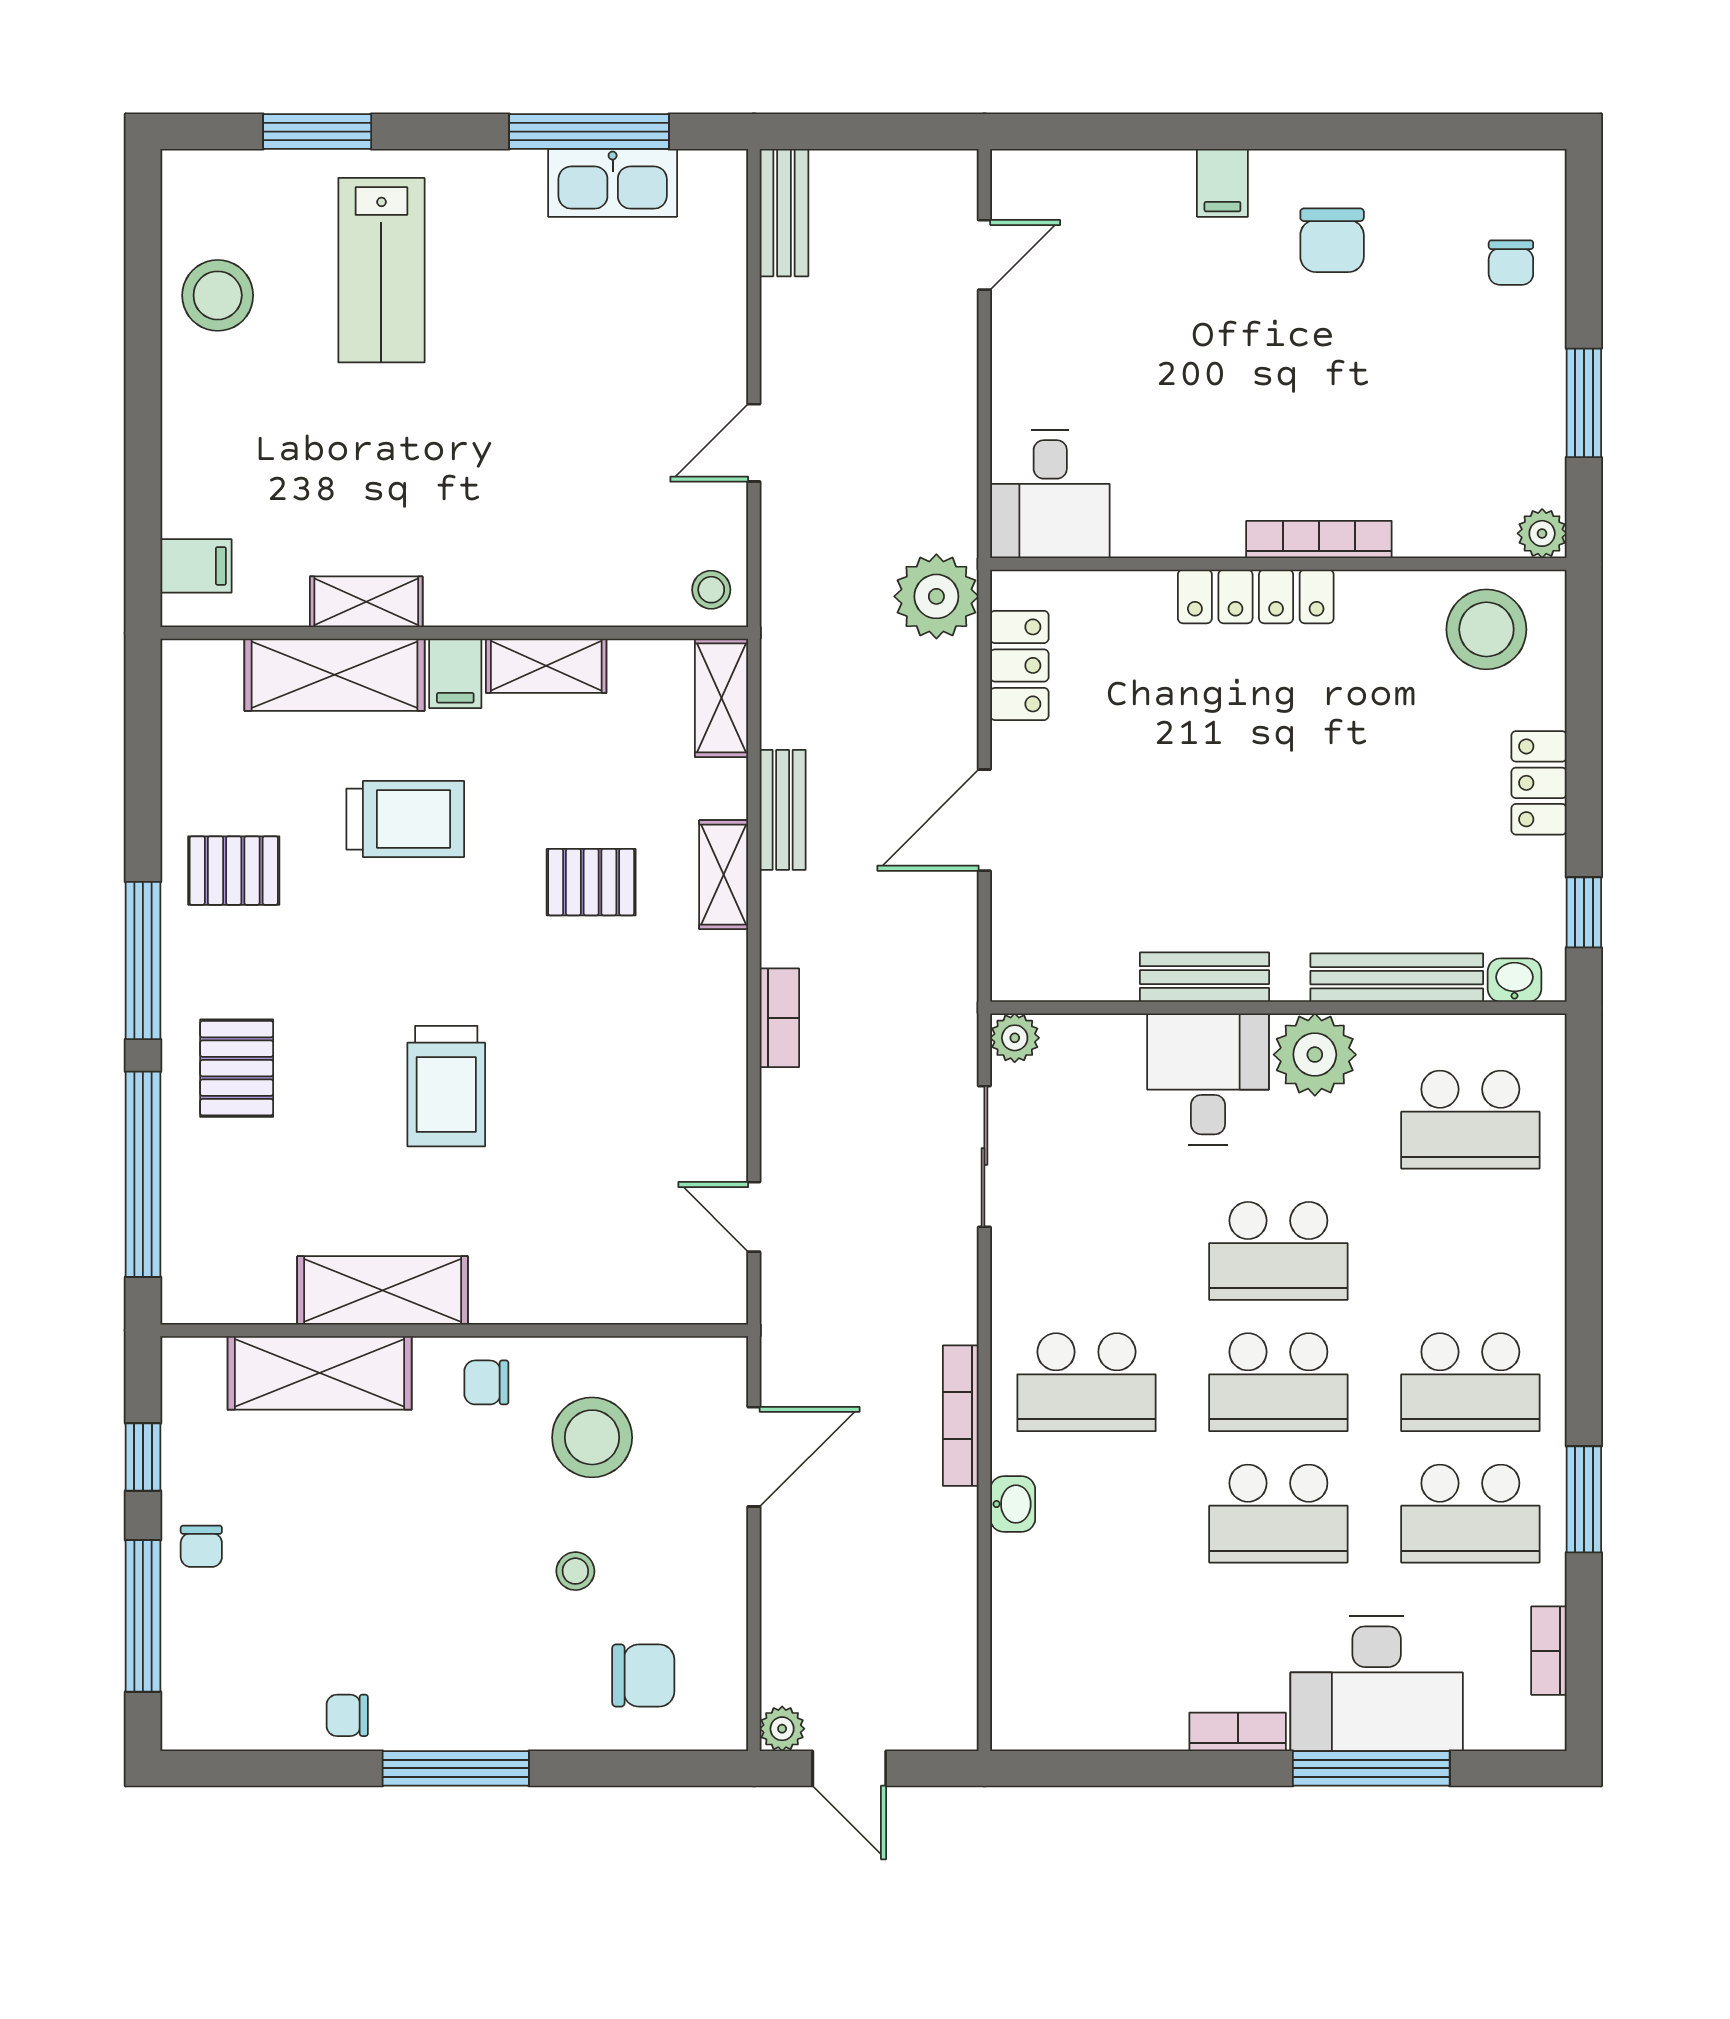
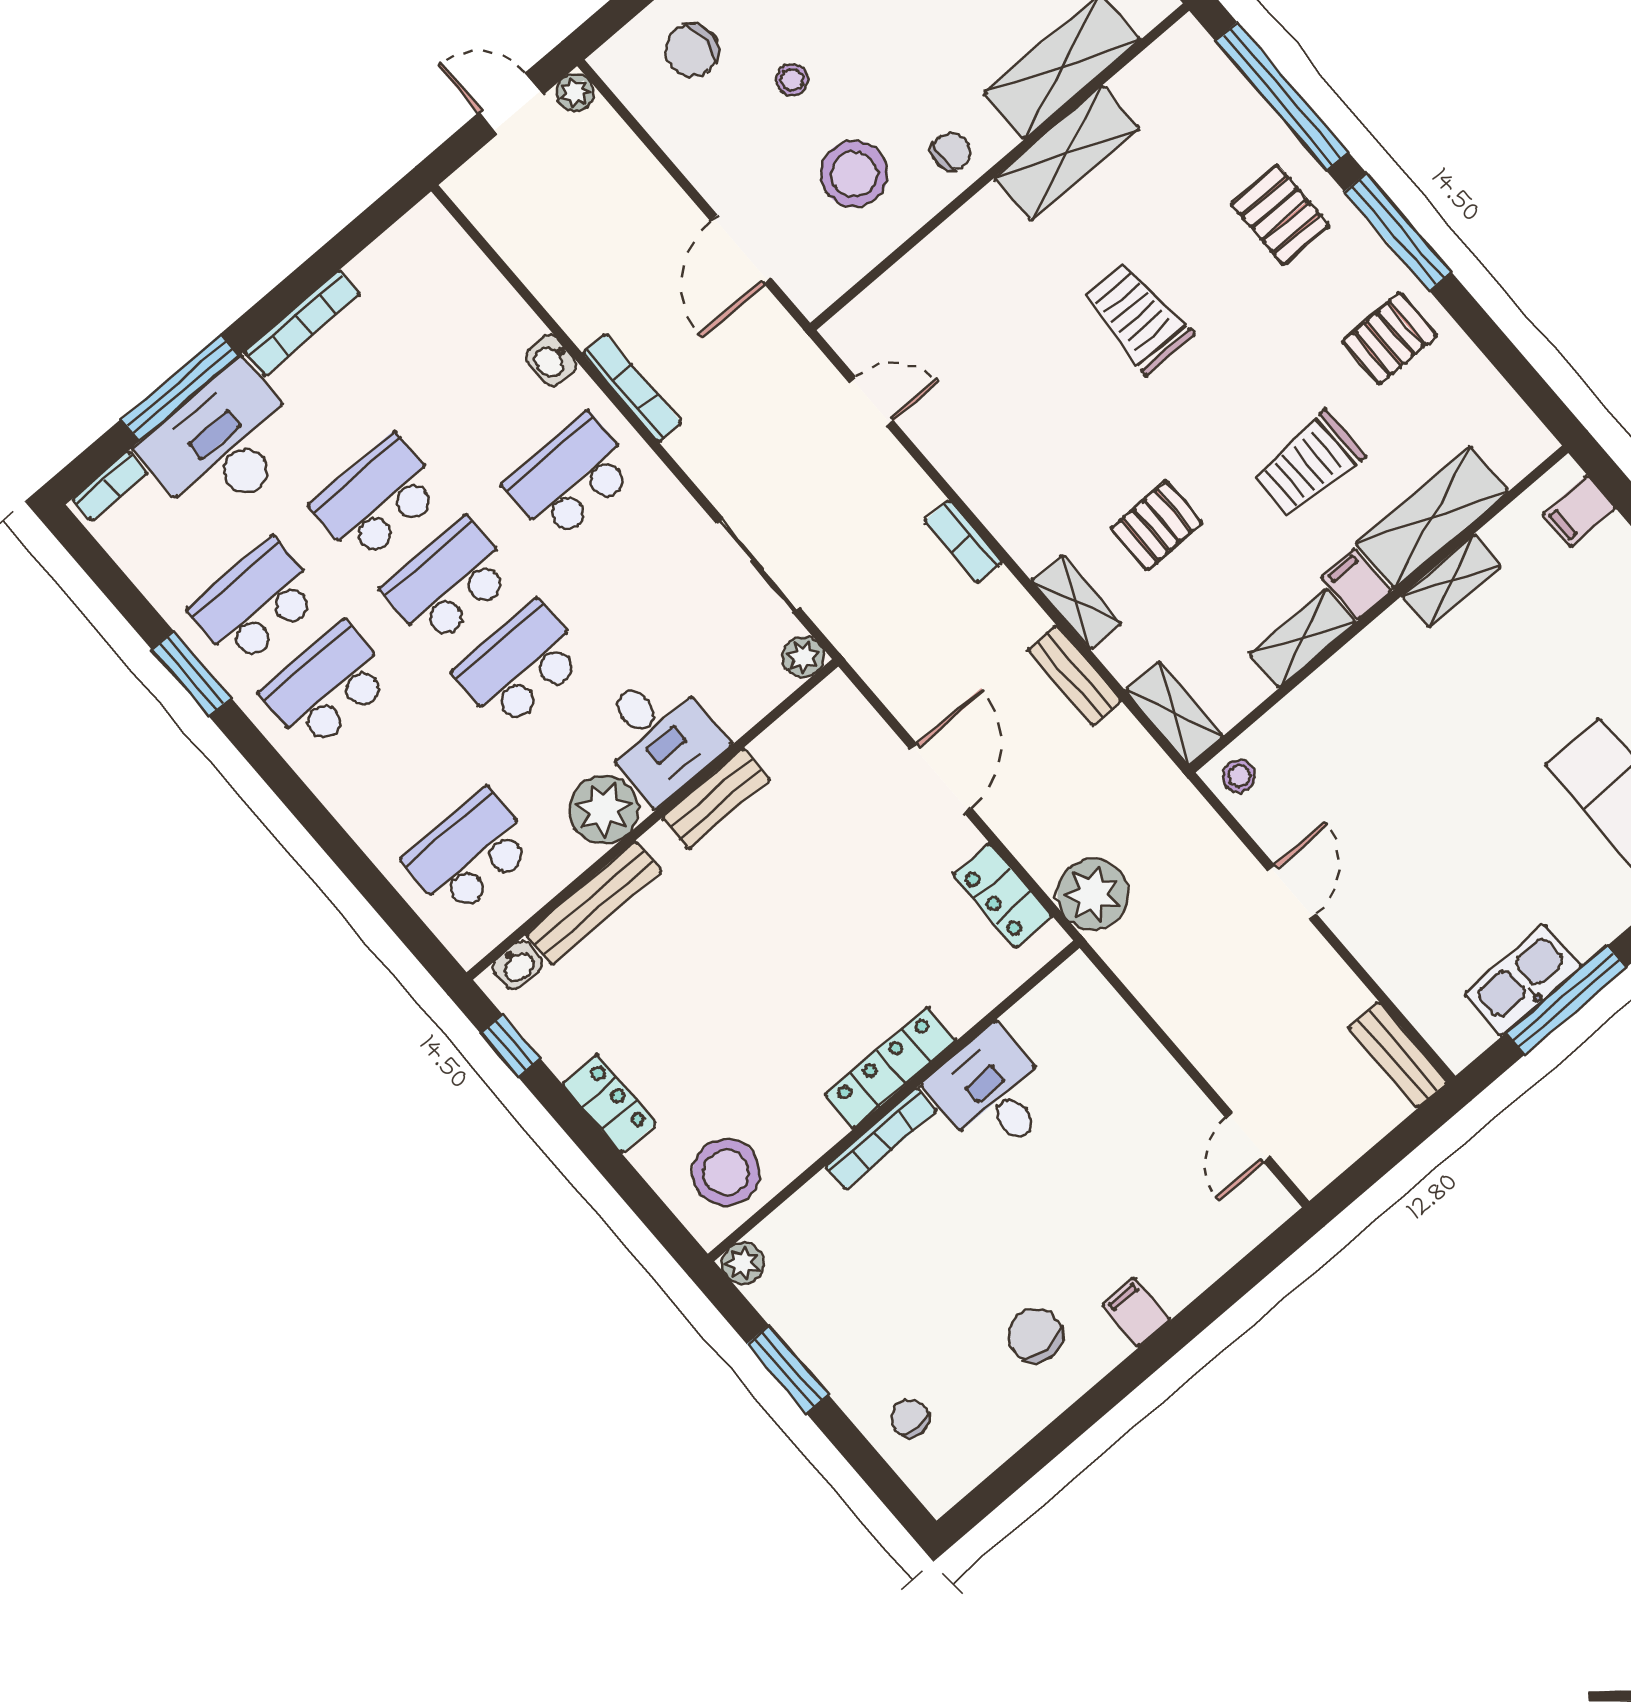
desk: (1050, 494) -> (993, 1093), moved
bookcase: (1549, 1651) -> (110, 486), moved, turned 90
bookcase: (1238, 1732) -> (302, 323), width x1.56

